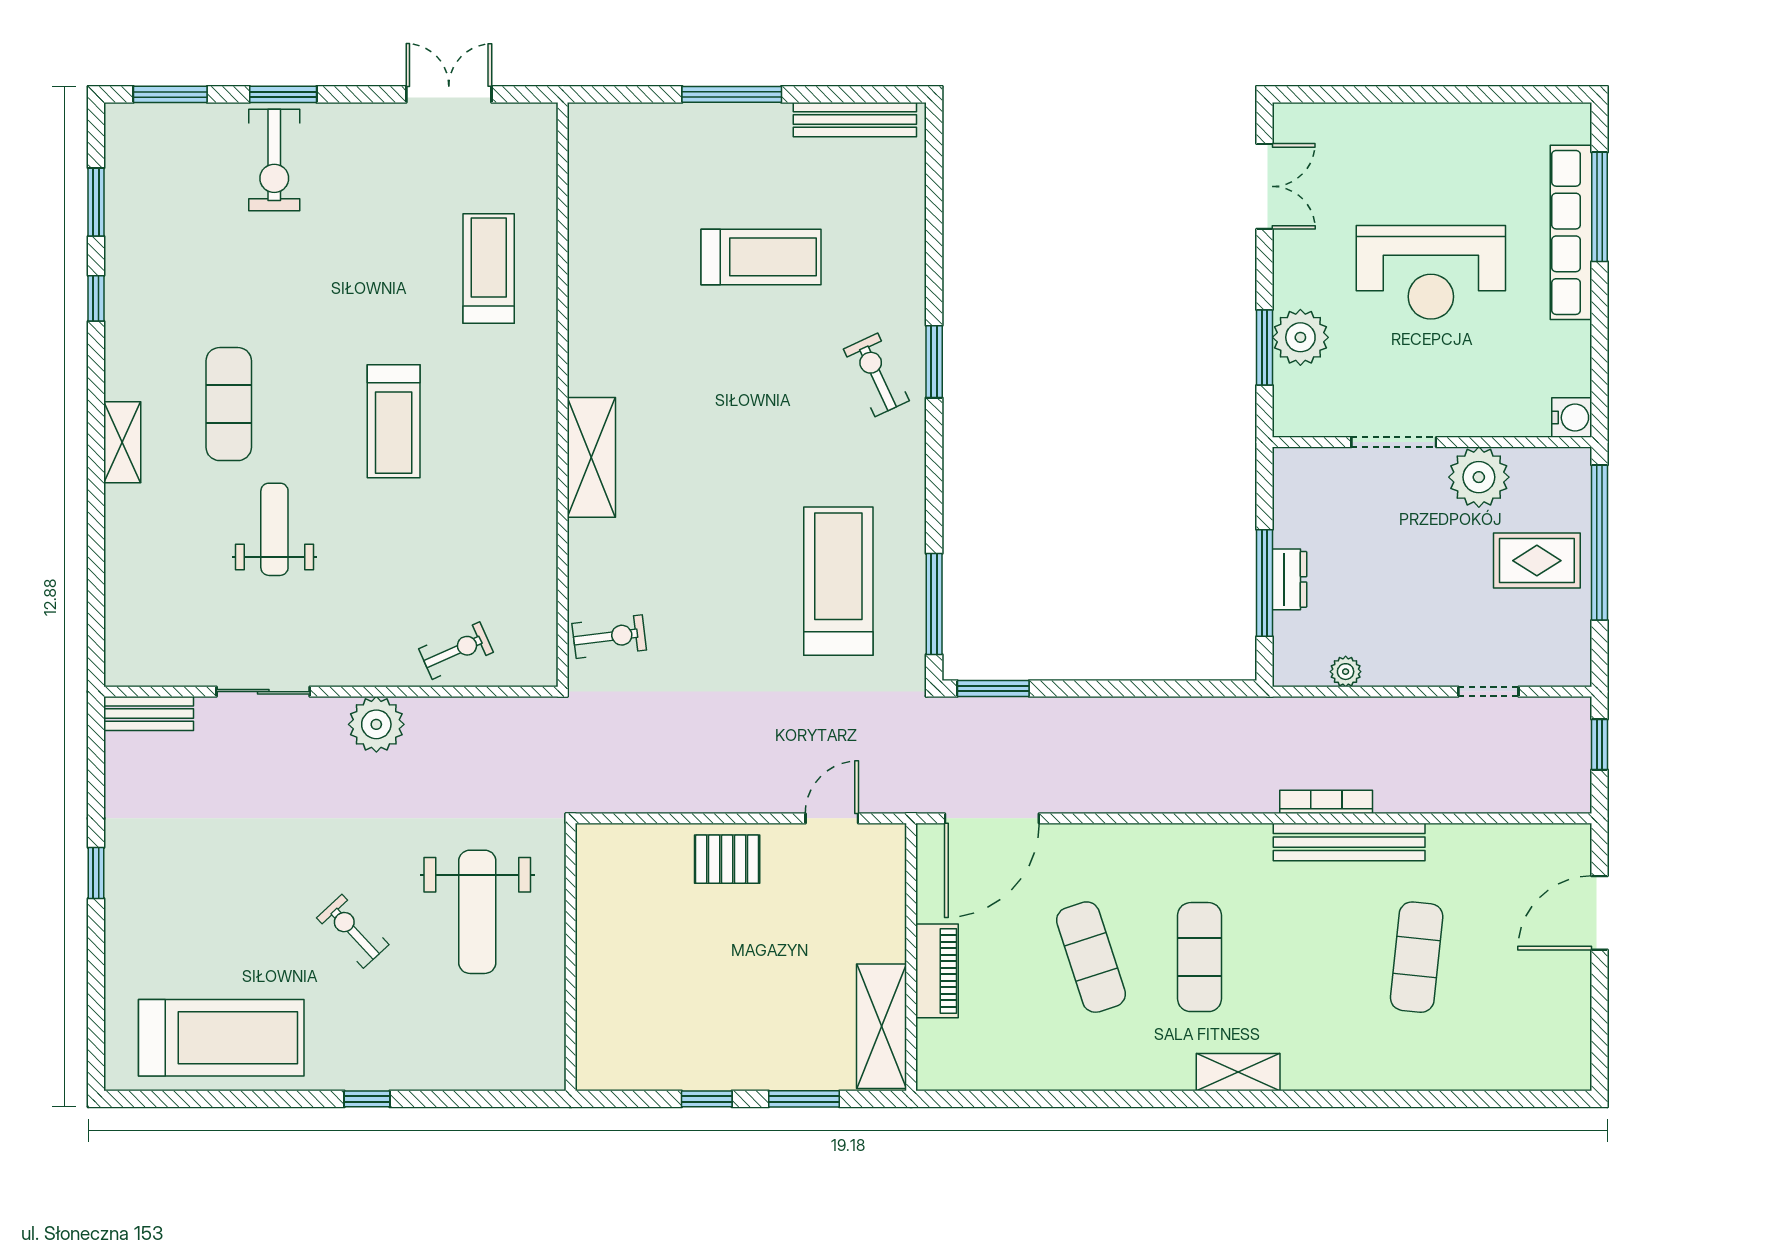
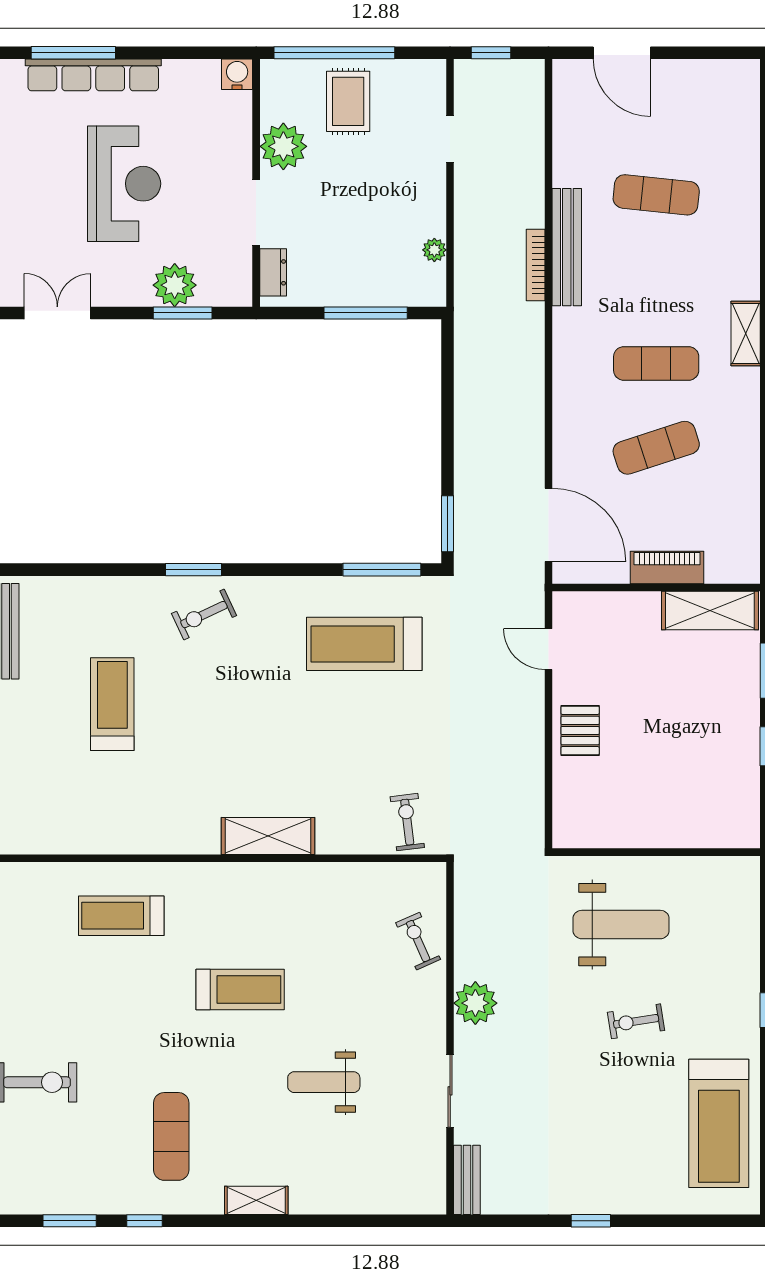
exercise mat: (229, 404) -> (171, 1136), moved, turned 90
dresser: (1290, 579) -> (273, 272), moved, turned 90
exercise bike: (353, 931) -> (636, 1021), turned 34
treadmill: (221, 1038) -> (719, 1123), turned 180

